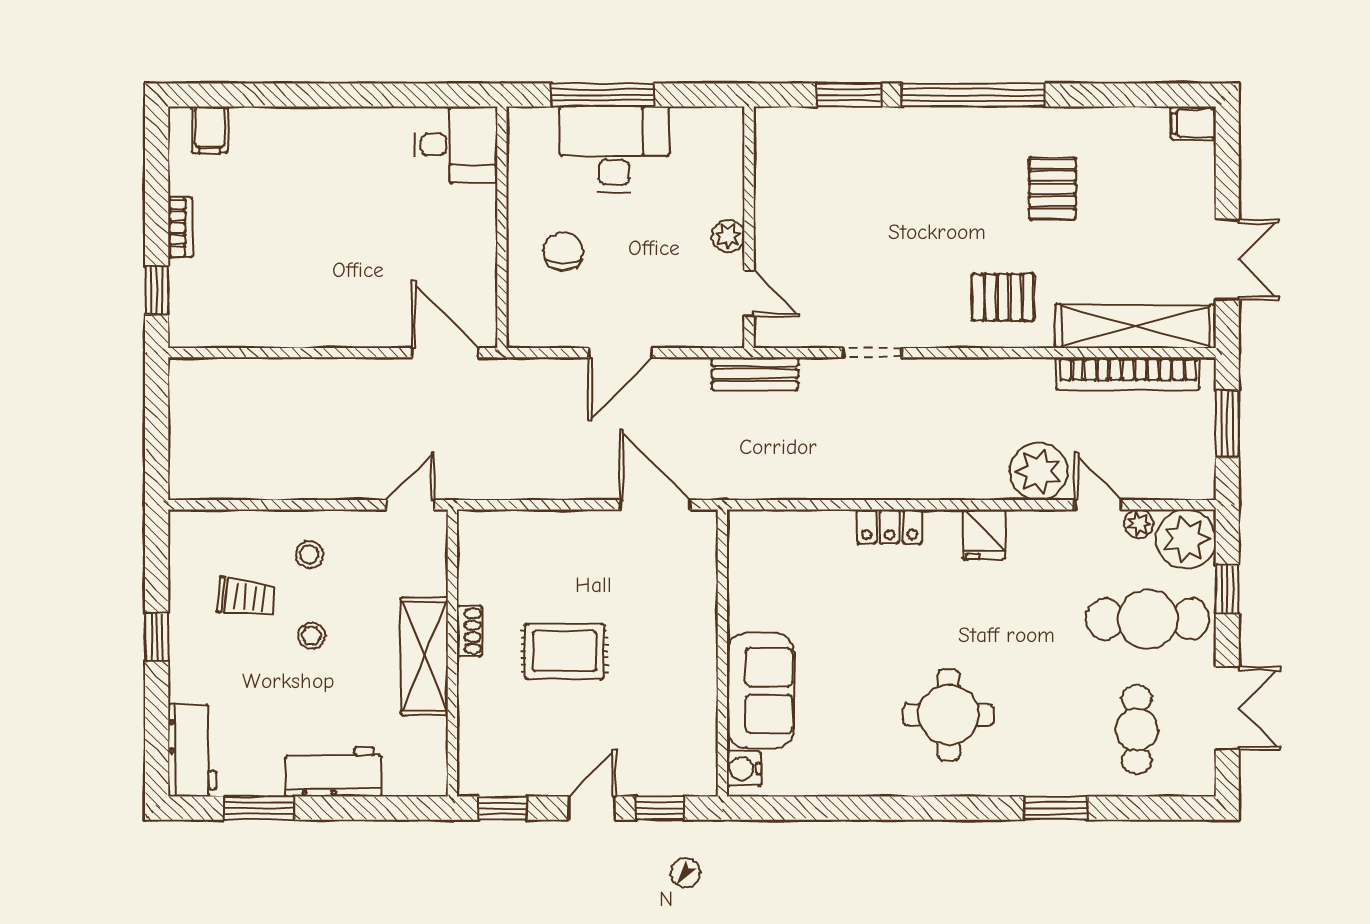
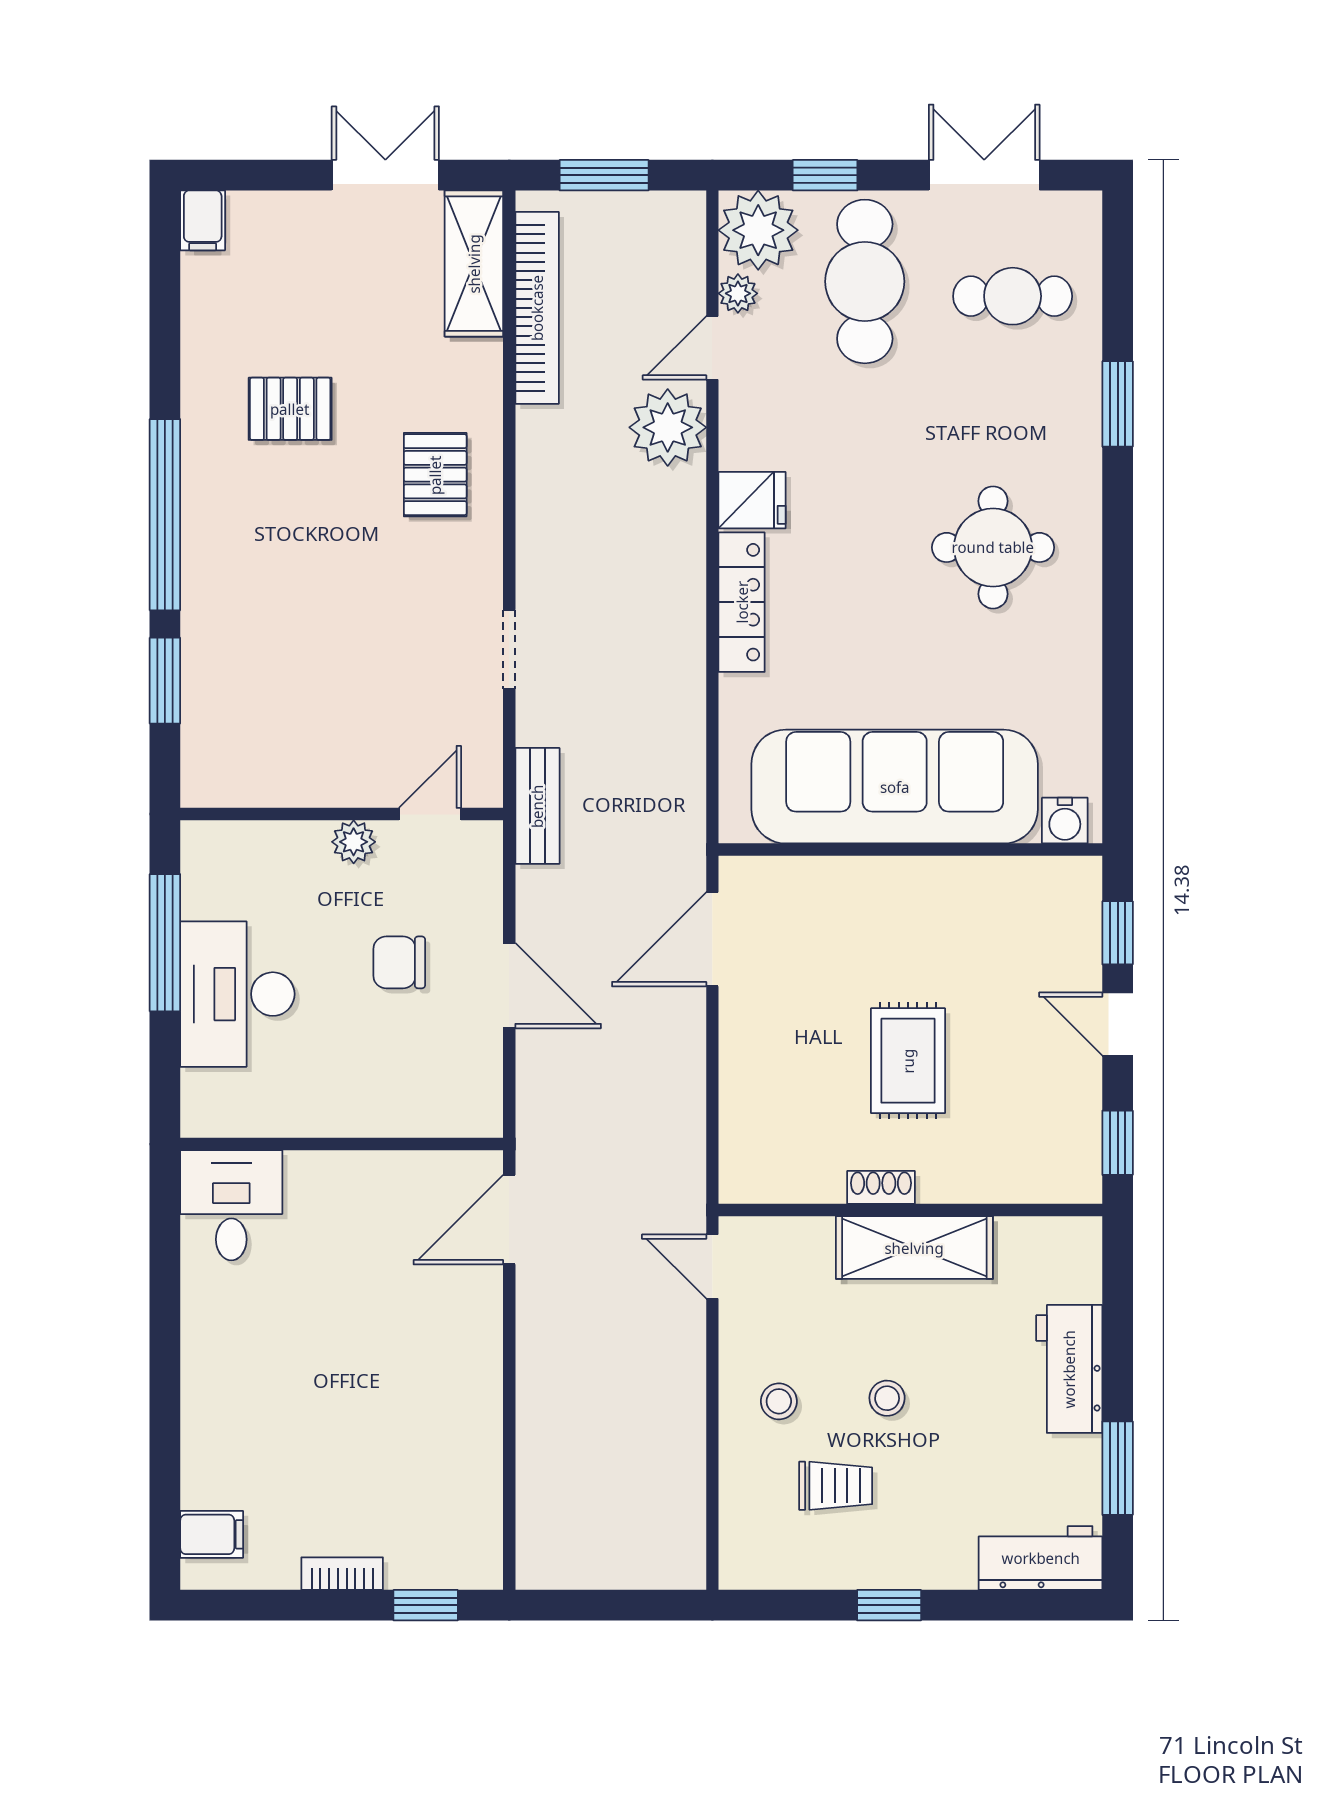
window: (602, 95) -> (165, 943), moved
chair: (563, 251) -> (399, 962), moved
shelving: (1136, 326) -> (474, 264), width x0.68
locker: (890, 527) -> (742, 602), width x1.53
trolley: (246, 597) -> (836, 1486), turned 84
sofa: (760, 691) -> (895, 787), width x1.85, depth x1.27

